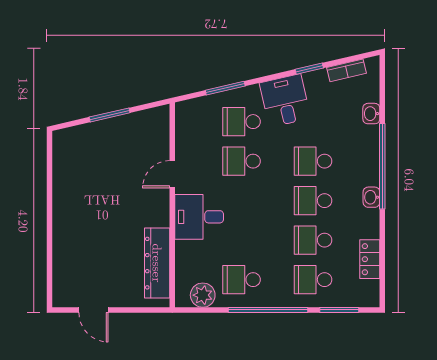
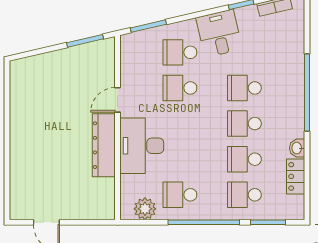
window: (225, 88) -> (148, 26), moved
washbasin: (371, 114) -> (297, 45), removed
window: (110, 115) -> (85, 41), moved
washbasin: (371, 197) -> (297, 148), moved
desk: (199, 217) -> (142, 146), width x1.37
dresser: (157, 263) -> (104, 145), moved

